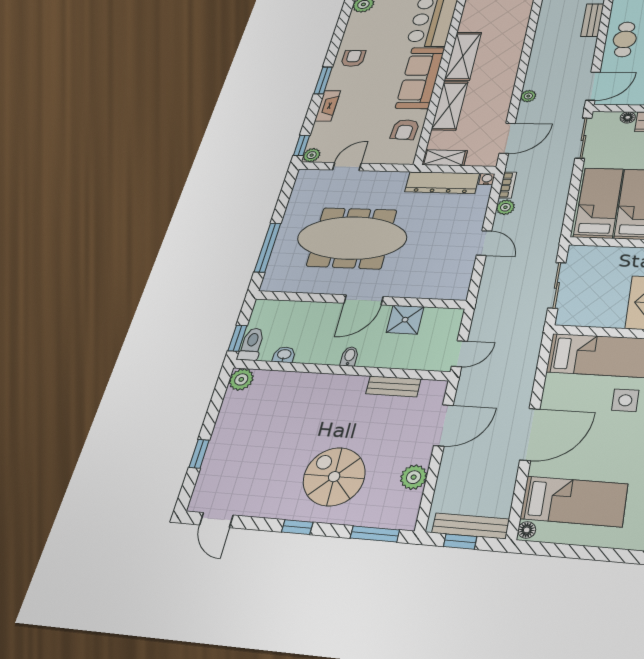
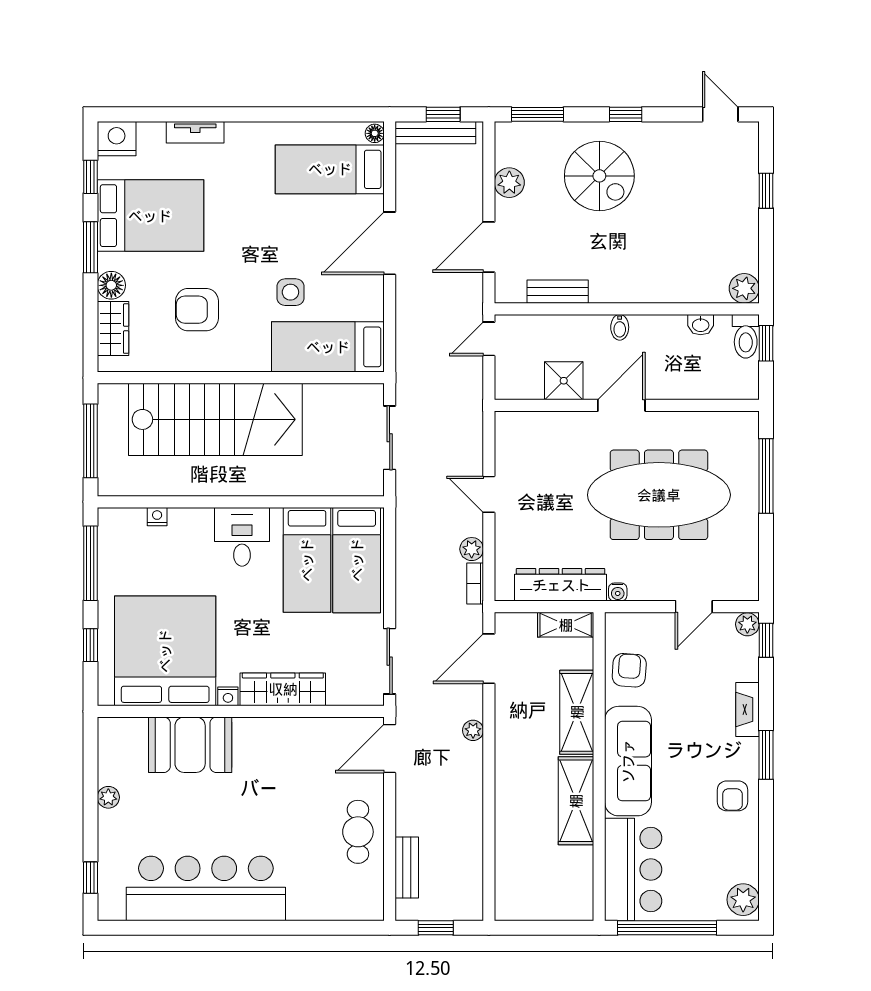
floor lamp: (628, 117) -> (337, 696), removed
water cooler: (487, 179) -> (618, 592), moved

